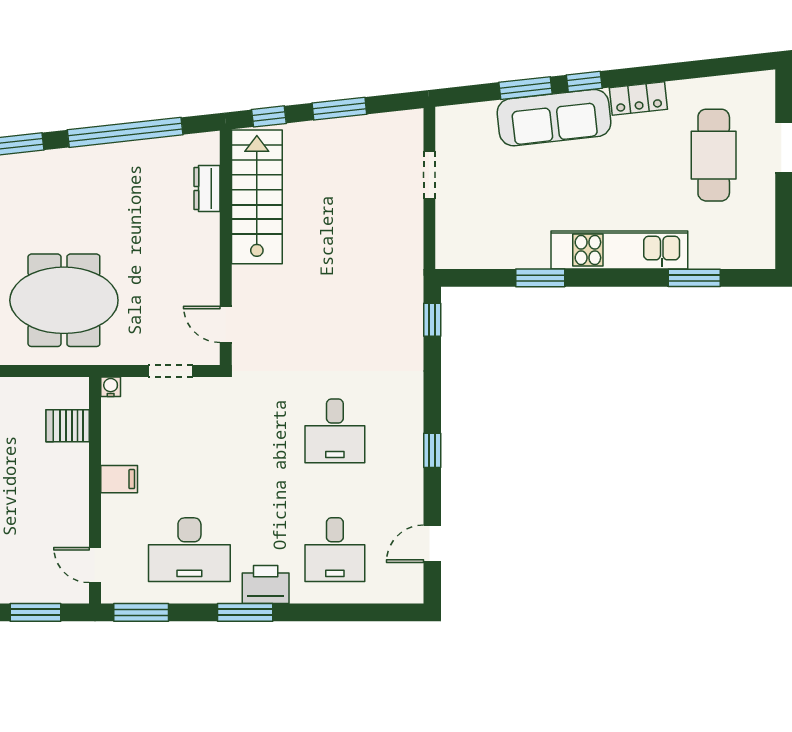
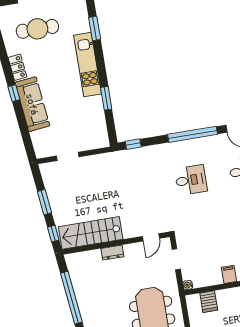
window: (526, 88) -> (21, 119), removed
dresser: (207, 188) -> (112, 253), moved
window: (432, 450) -> (193, 134), width x3.17

